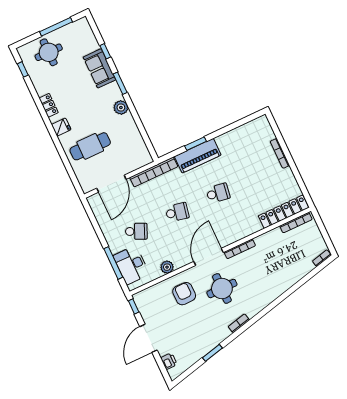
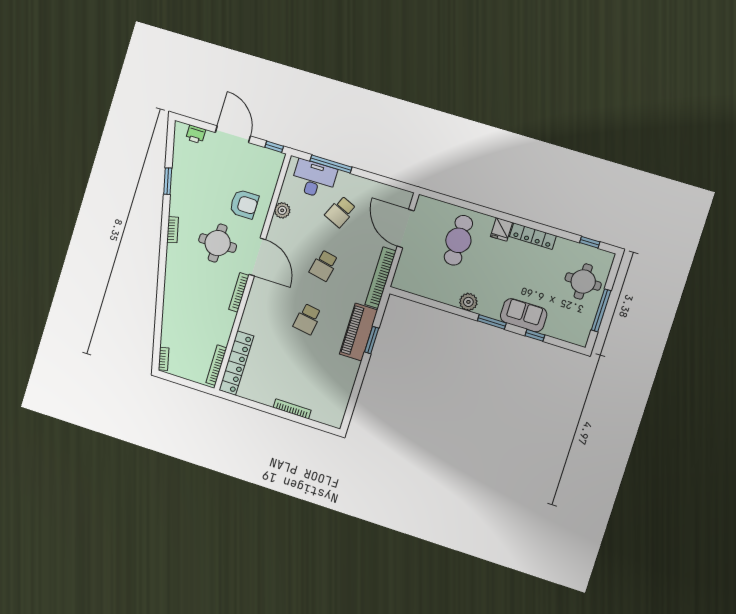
locker: (49, 105) -> (533, 236), width x1.53

